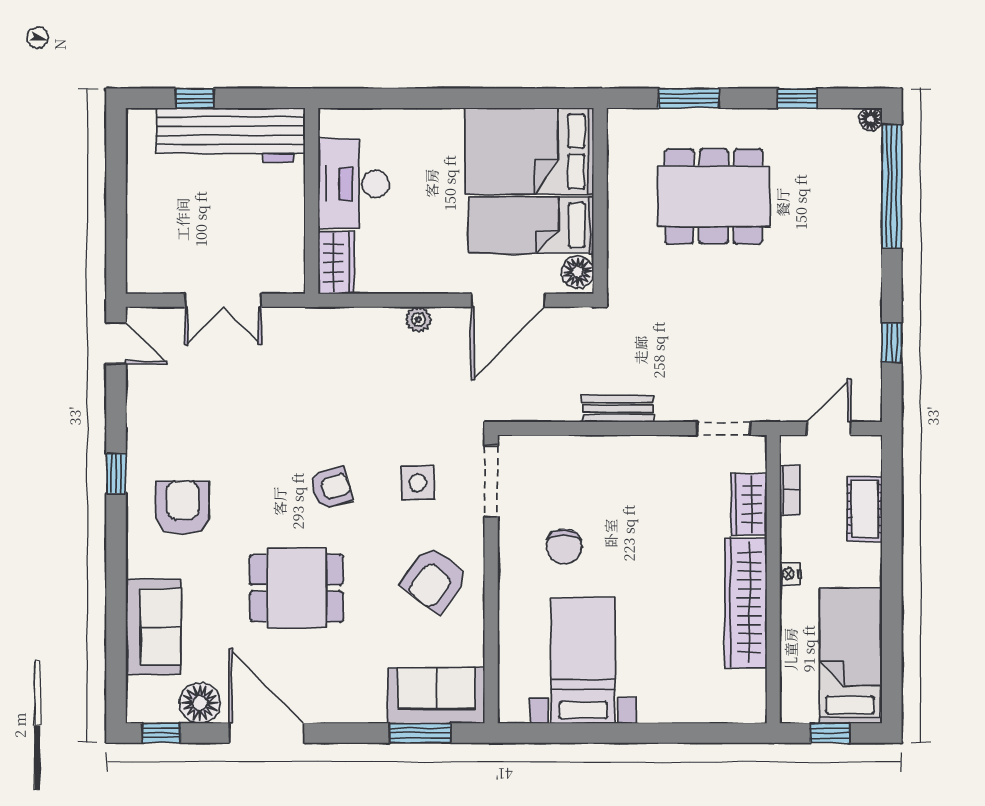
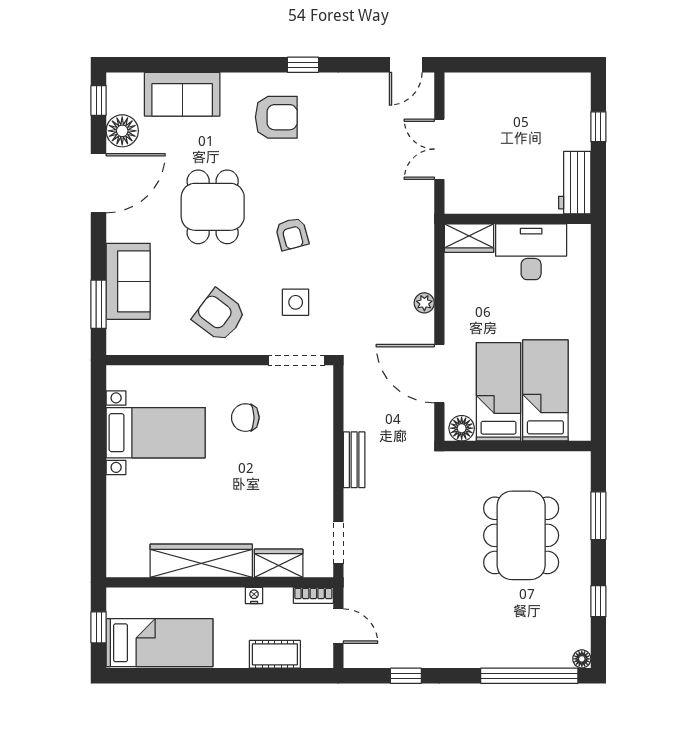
workbench: (231, 135) -> (575, 183), width x0.53, depth x0.76
bed: (530, 151) -> (545, 390), width x0.67
bookcase: (790, 491) -> (313, 595), moved
nightstand: (790, 574) -> (254, 596), moved
sofa: (436, 695) -> (128, 281), moved

